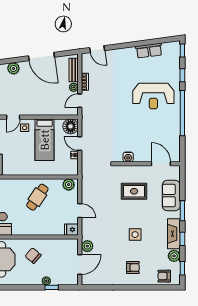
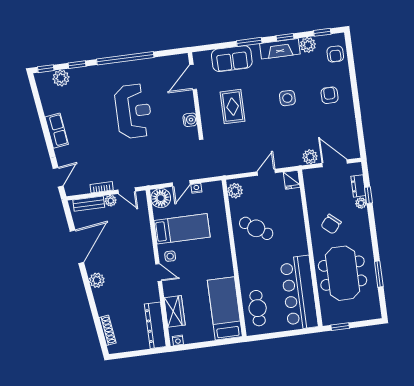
row of seats: (149, 51) -> (57, 131), moved
plant: (174, 61) -> (61, 78), added
reception desk: (153, 96) -> (133, 111), moved
dresser: (60, 280) -> (358, 186), added

